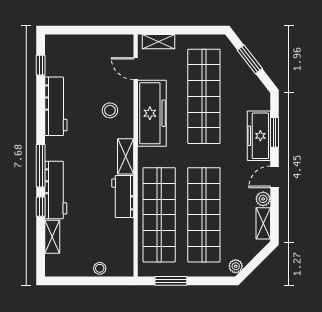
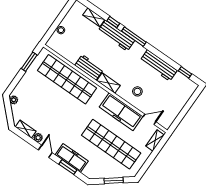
shop shelf: (204, 215) -> (51, 102), removed

